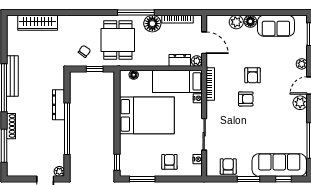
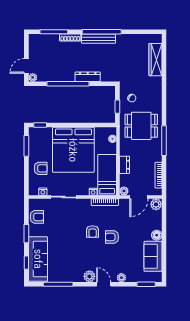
plant: (236, 22) -> (156, 204), moved
floor lamp: (152, 24) -> (155, 154), removed
dresser: (180, 60) -> (124, 165), moved
bench: (12, 76) -> (98, 39), moved
bed: (147, 115) -> (73, 150), width x1.36

